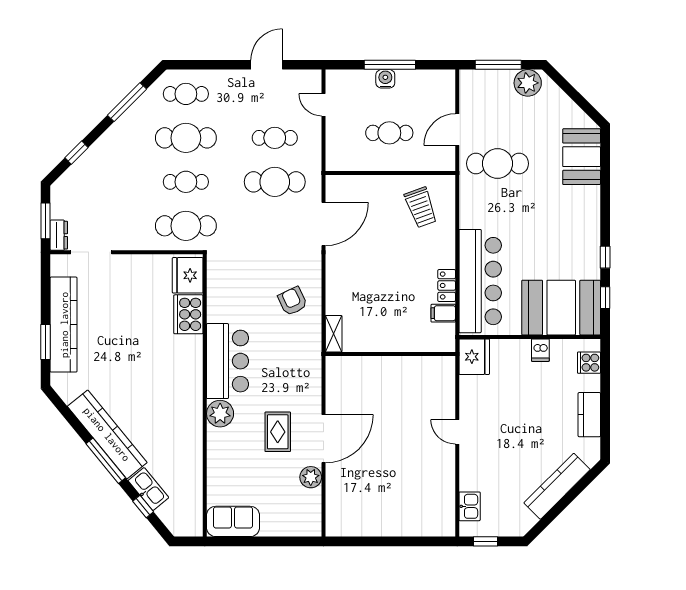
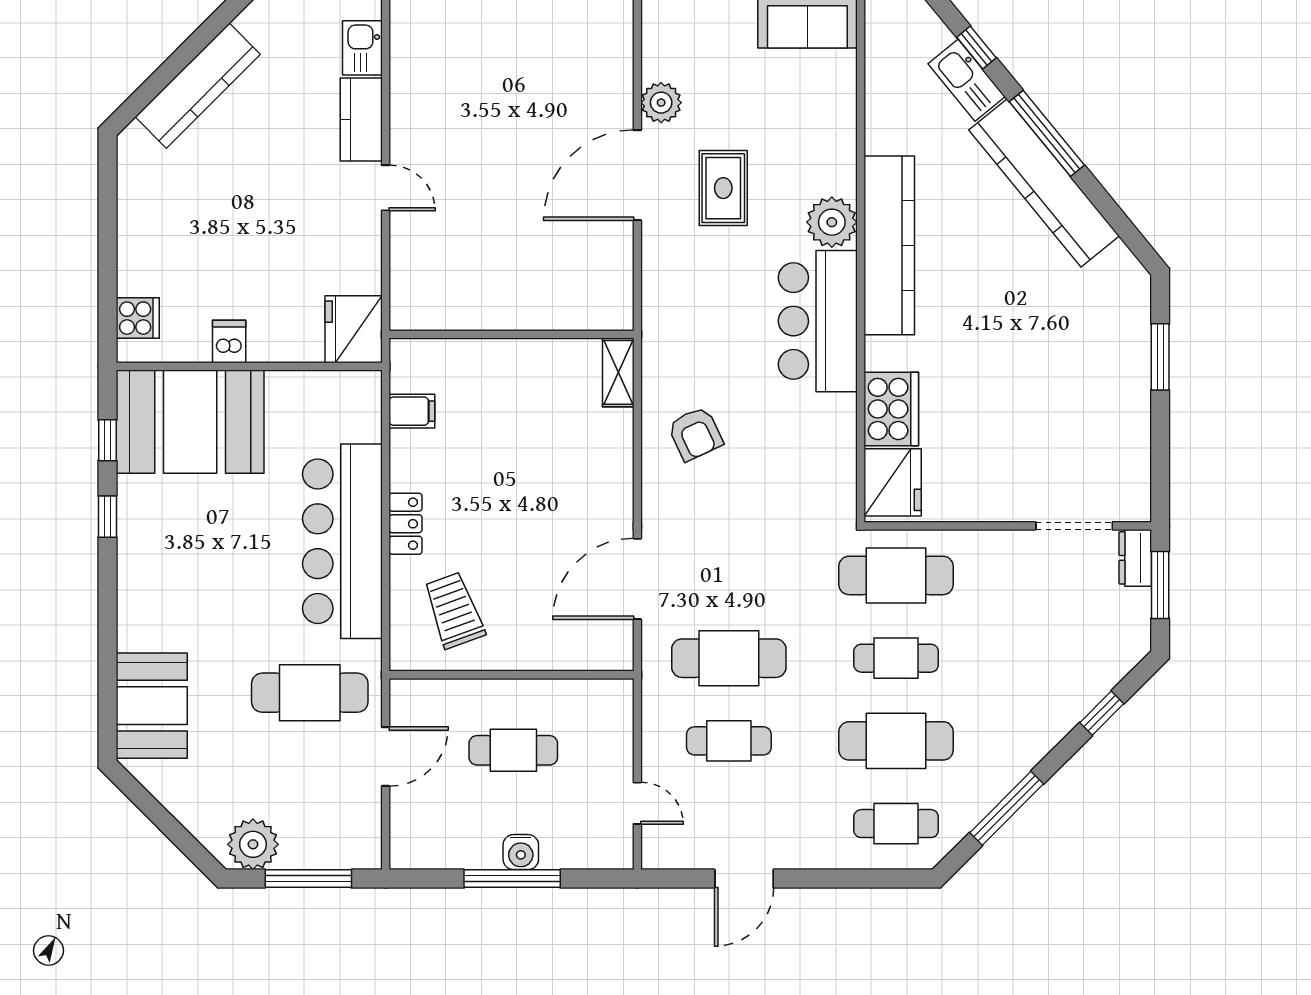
bar counter: (480, 281) -> (342, 541), moved
locker: (447, 285) -> (405, 524), moved
kitchen counter: (64, 325) -> (889, 245), moved, turned 180
kitchen counter: (589, 415) -> (361, 120), moved, turned 180

